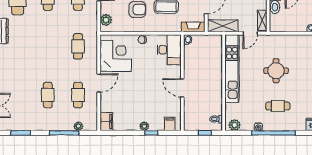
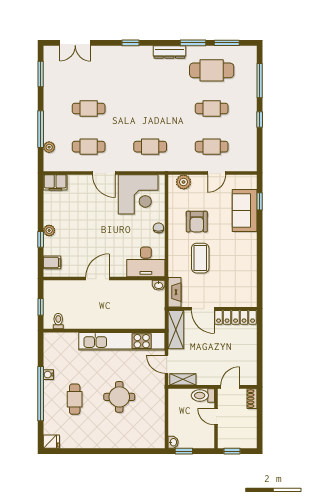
plant: (235, 125) -> (51, 344), removed

